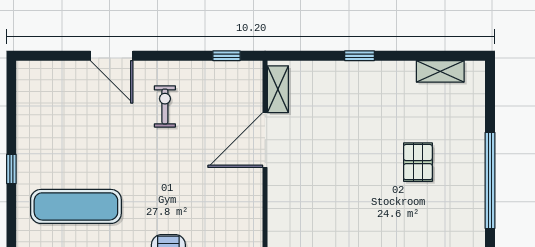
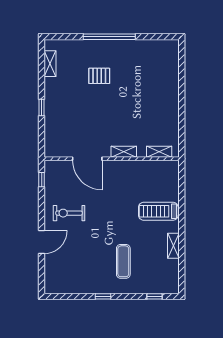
shelving: (278, 89) -> (124, 152), moved
exercise bike: (165, 106) -> (69, 213), width x1.38, depth x1.39
exercise mat: (76, 206) -> (123, 261), width x0.73, depth x0.69

